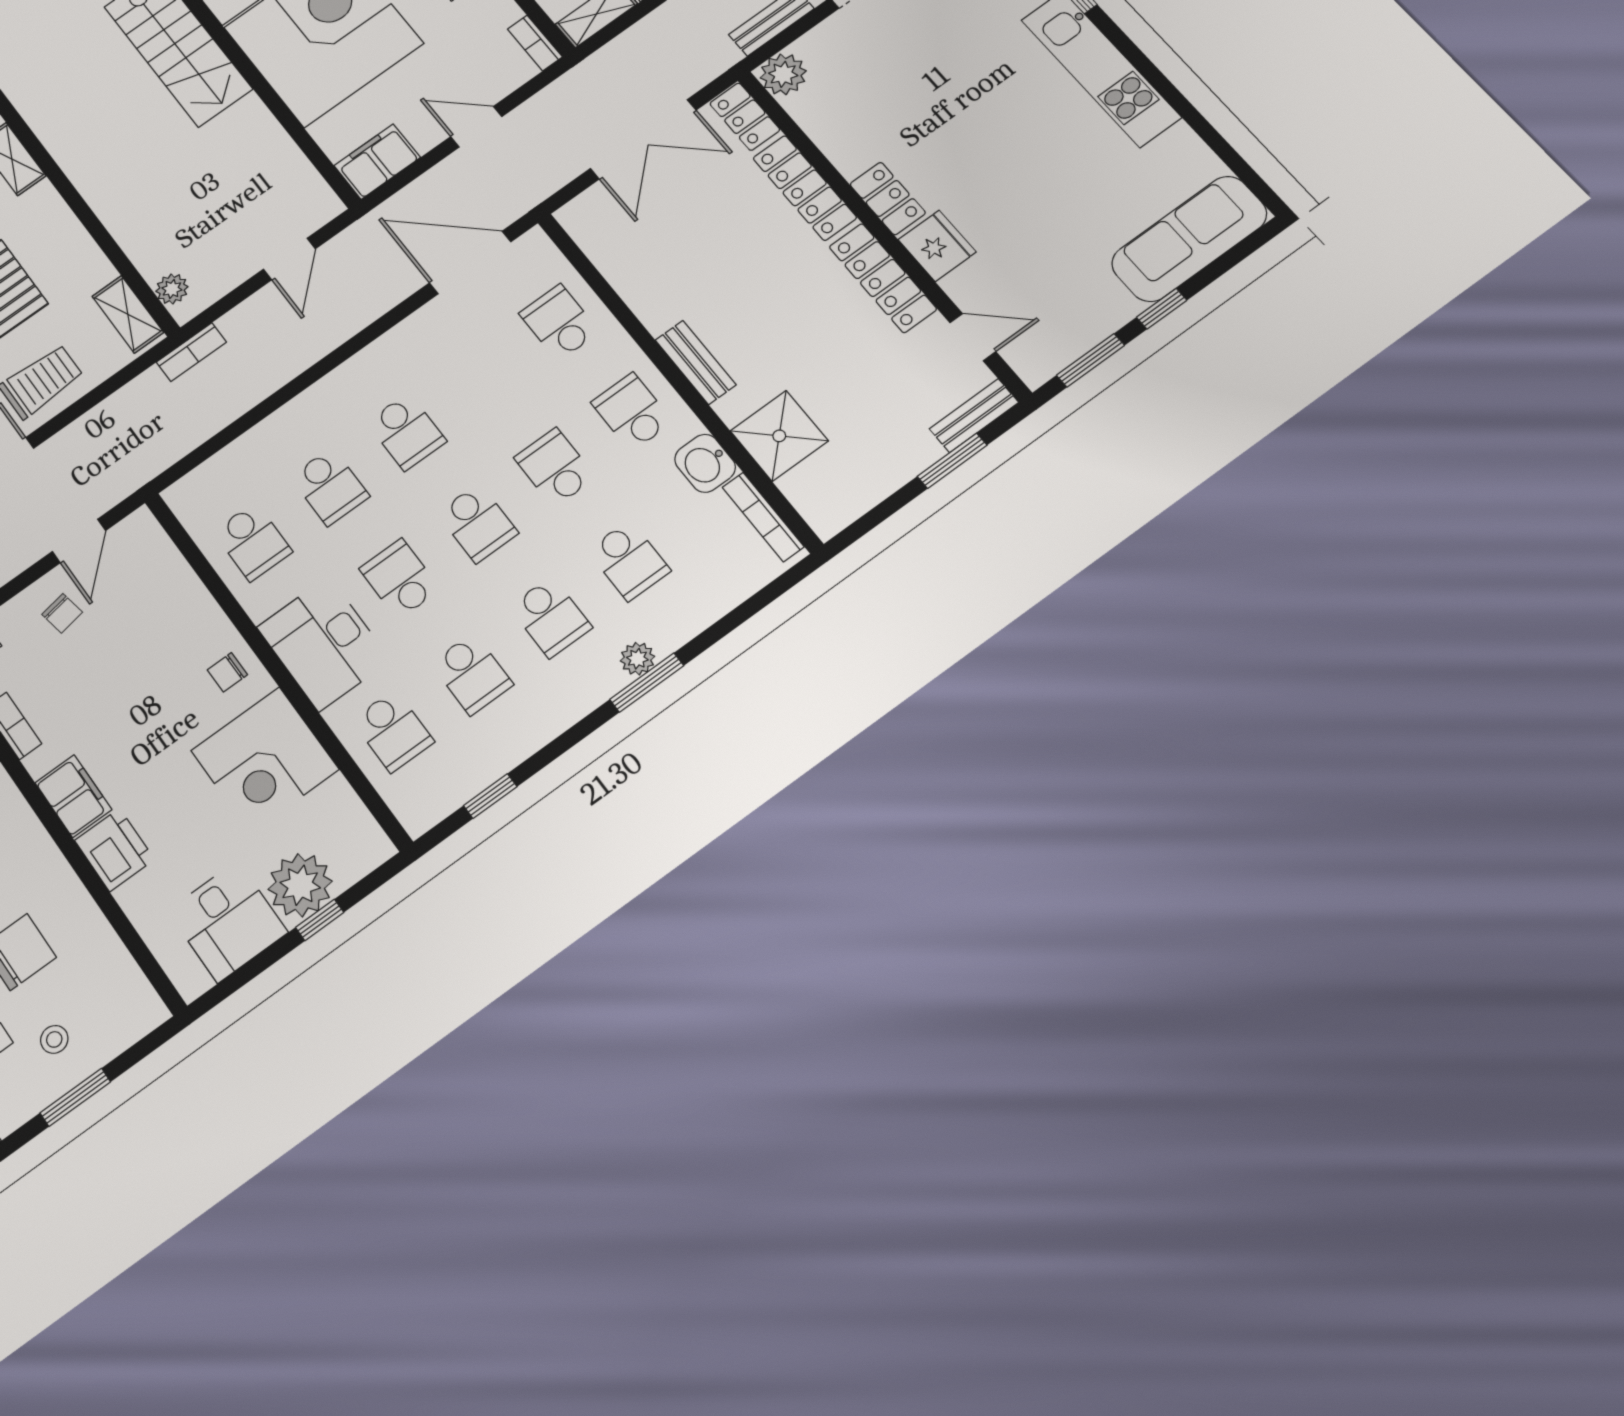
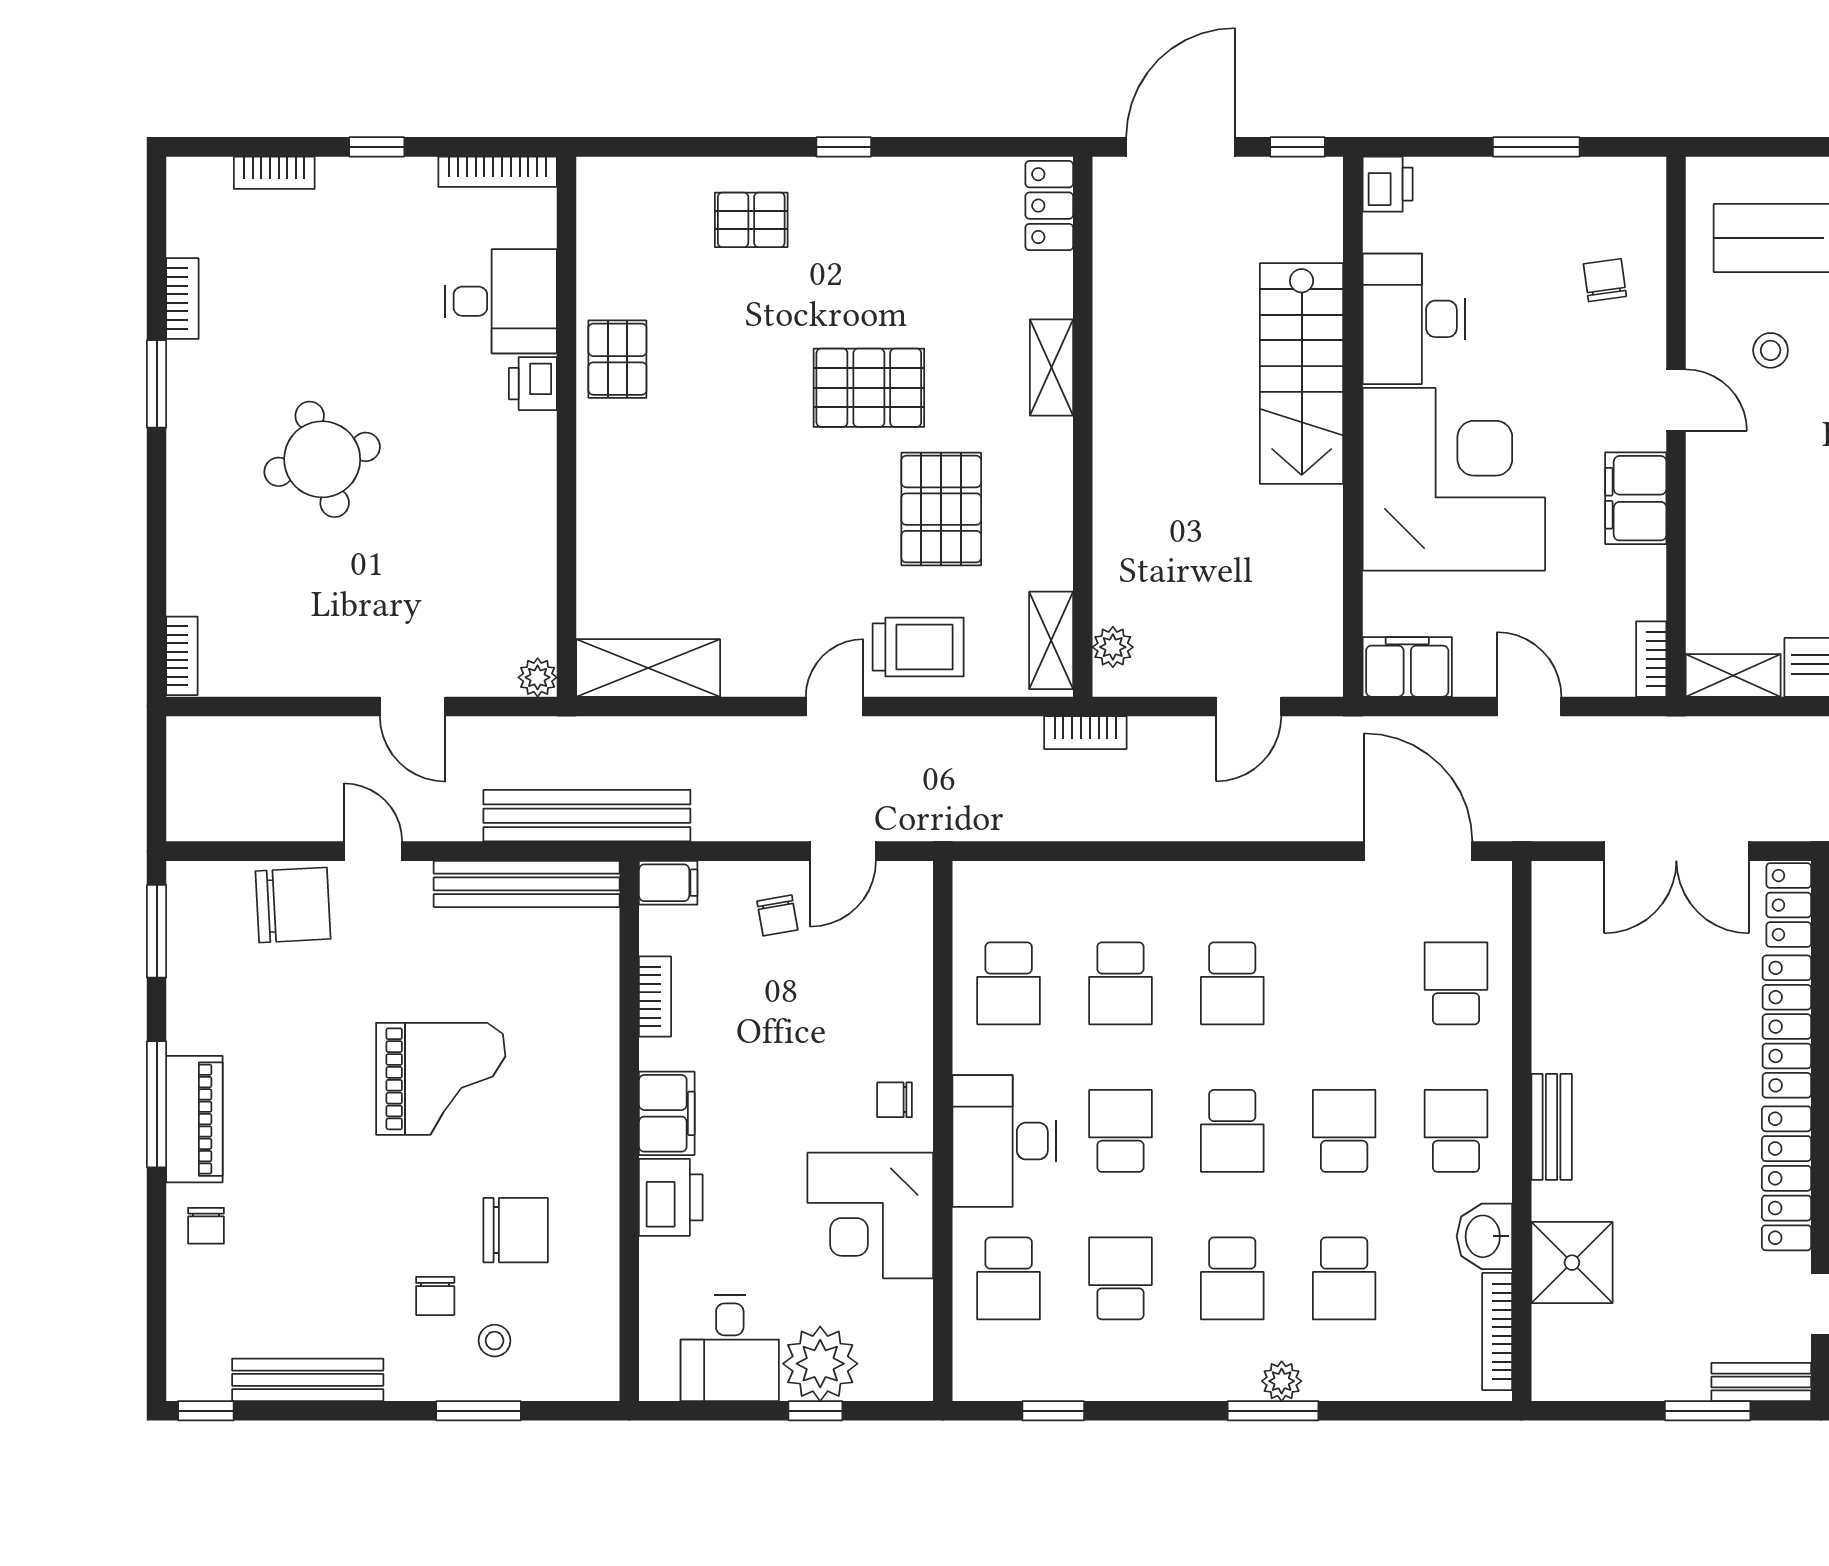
school desk: (472, 674) -> (1120, 1278), turned 180

